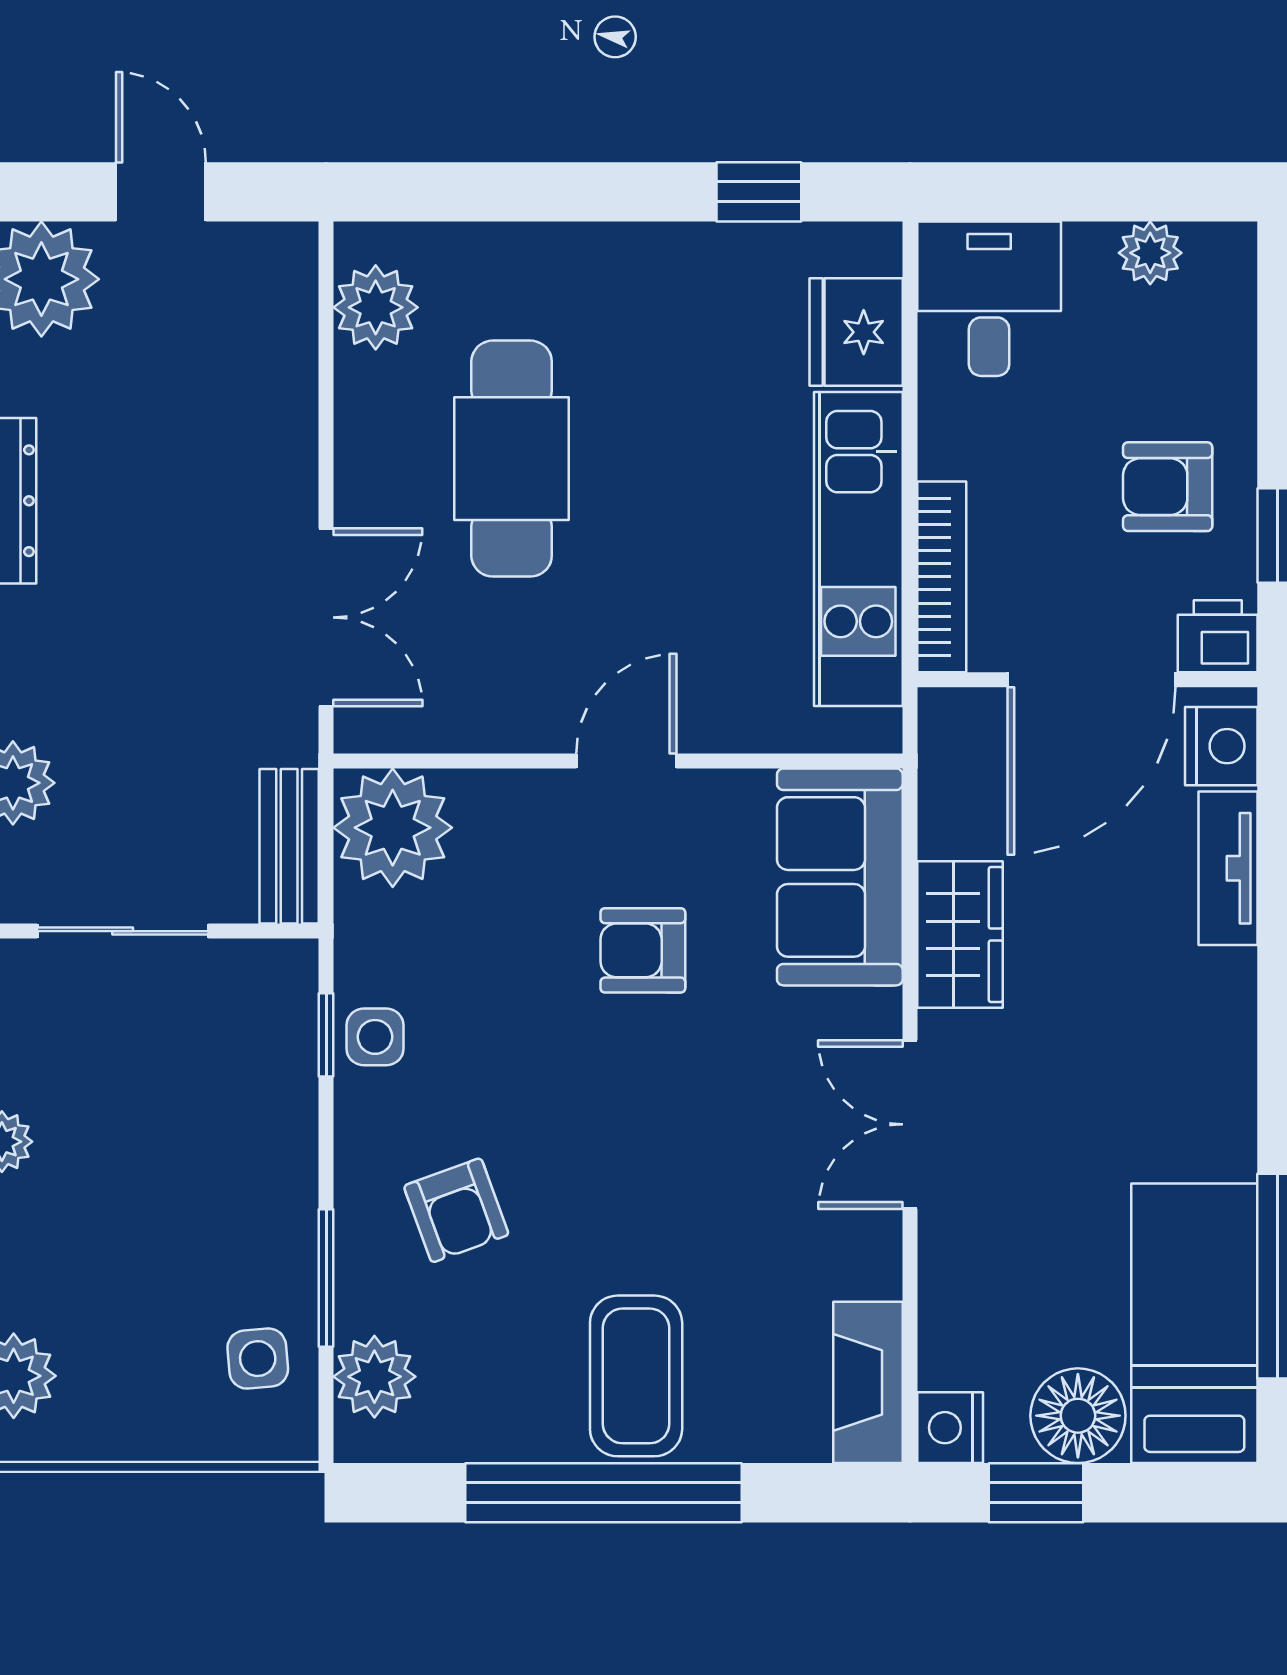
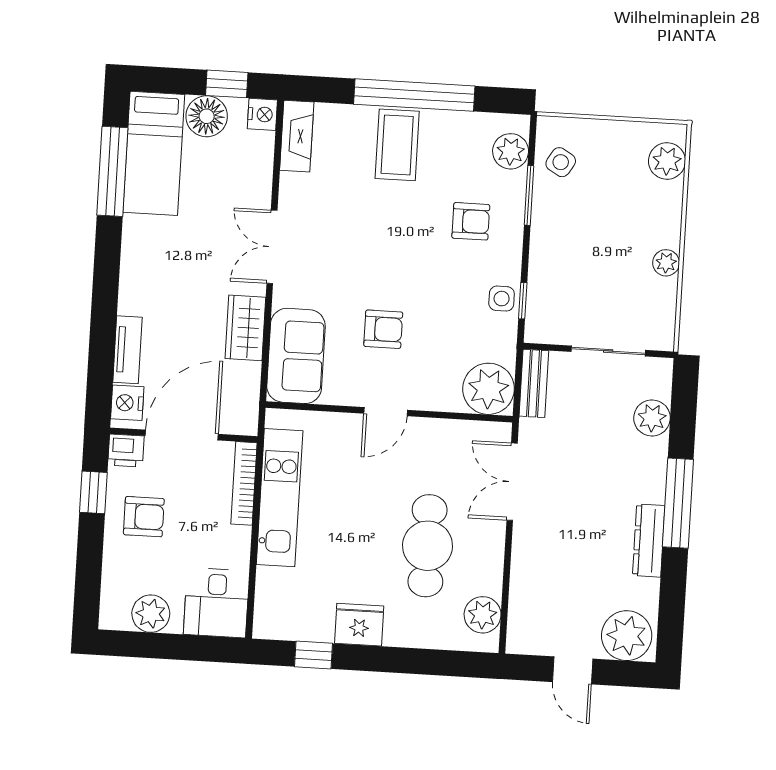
plant: (1150, 253) -> (151, 614), width x1.38, depth x1.38
fridge: (856, 332) -> (359, 625), moved, turned -90
double door: (910, 1124) -> (272, 247), swing flipped
armchair: (456, 1210) -> (471, 221), turned 110
side table: (258, 1359) -> (561, 162), turned 36

